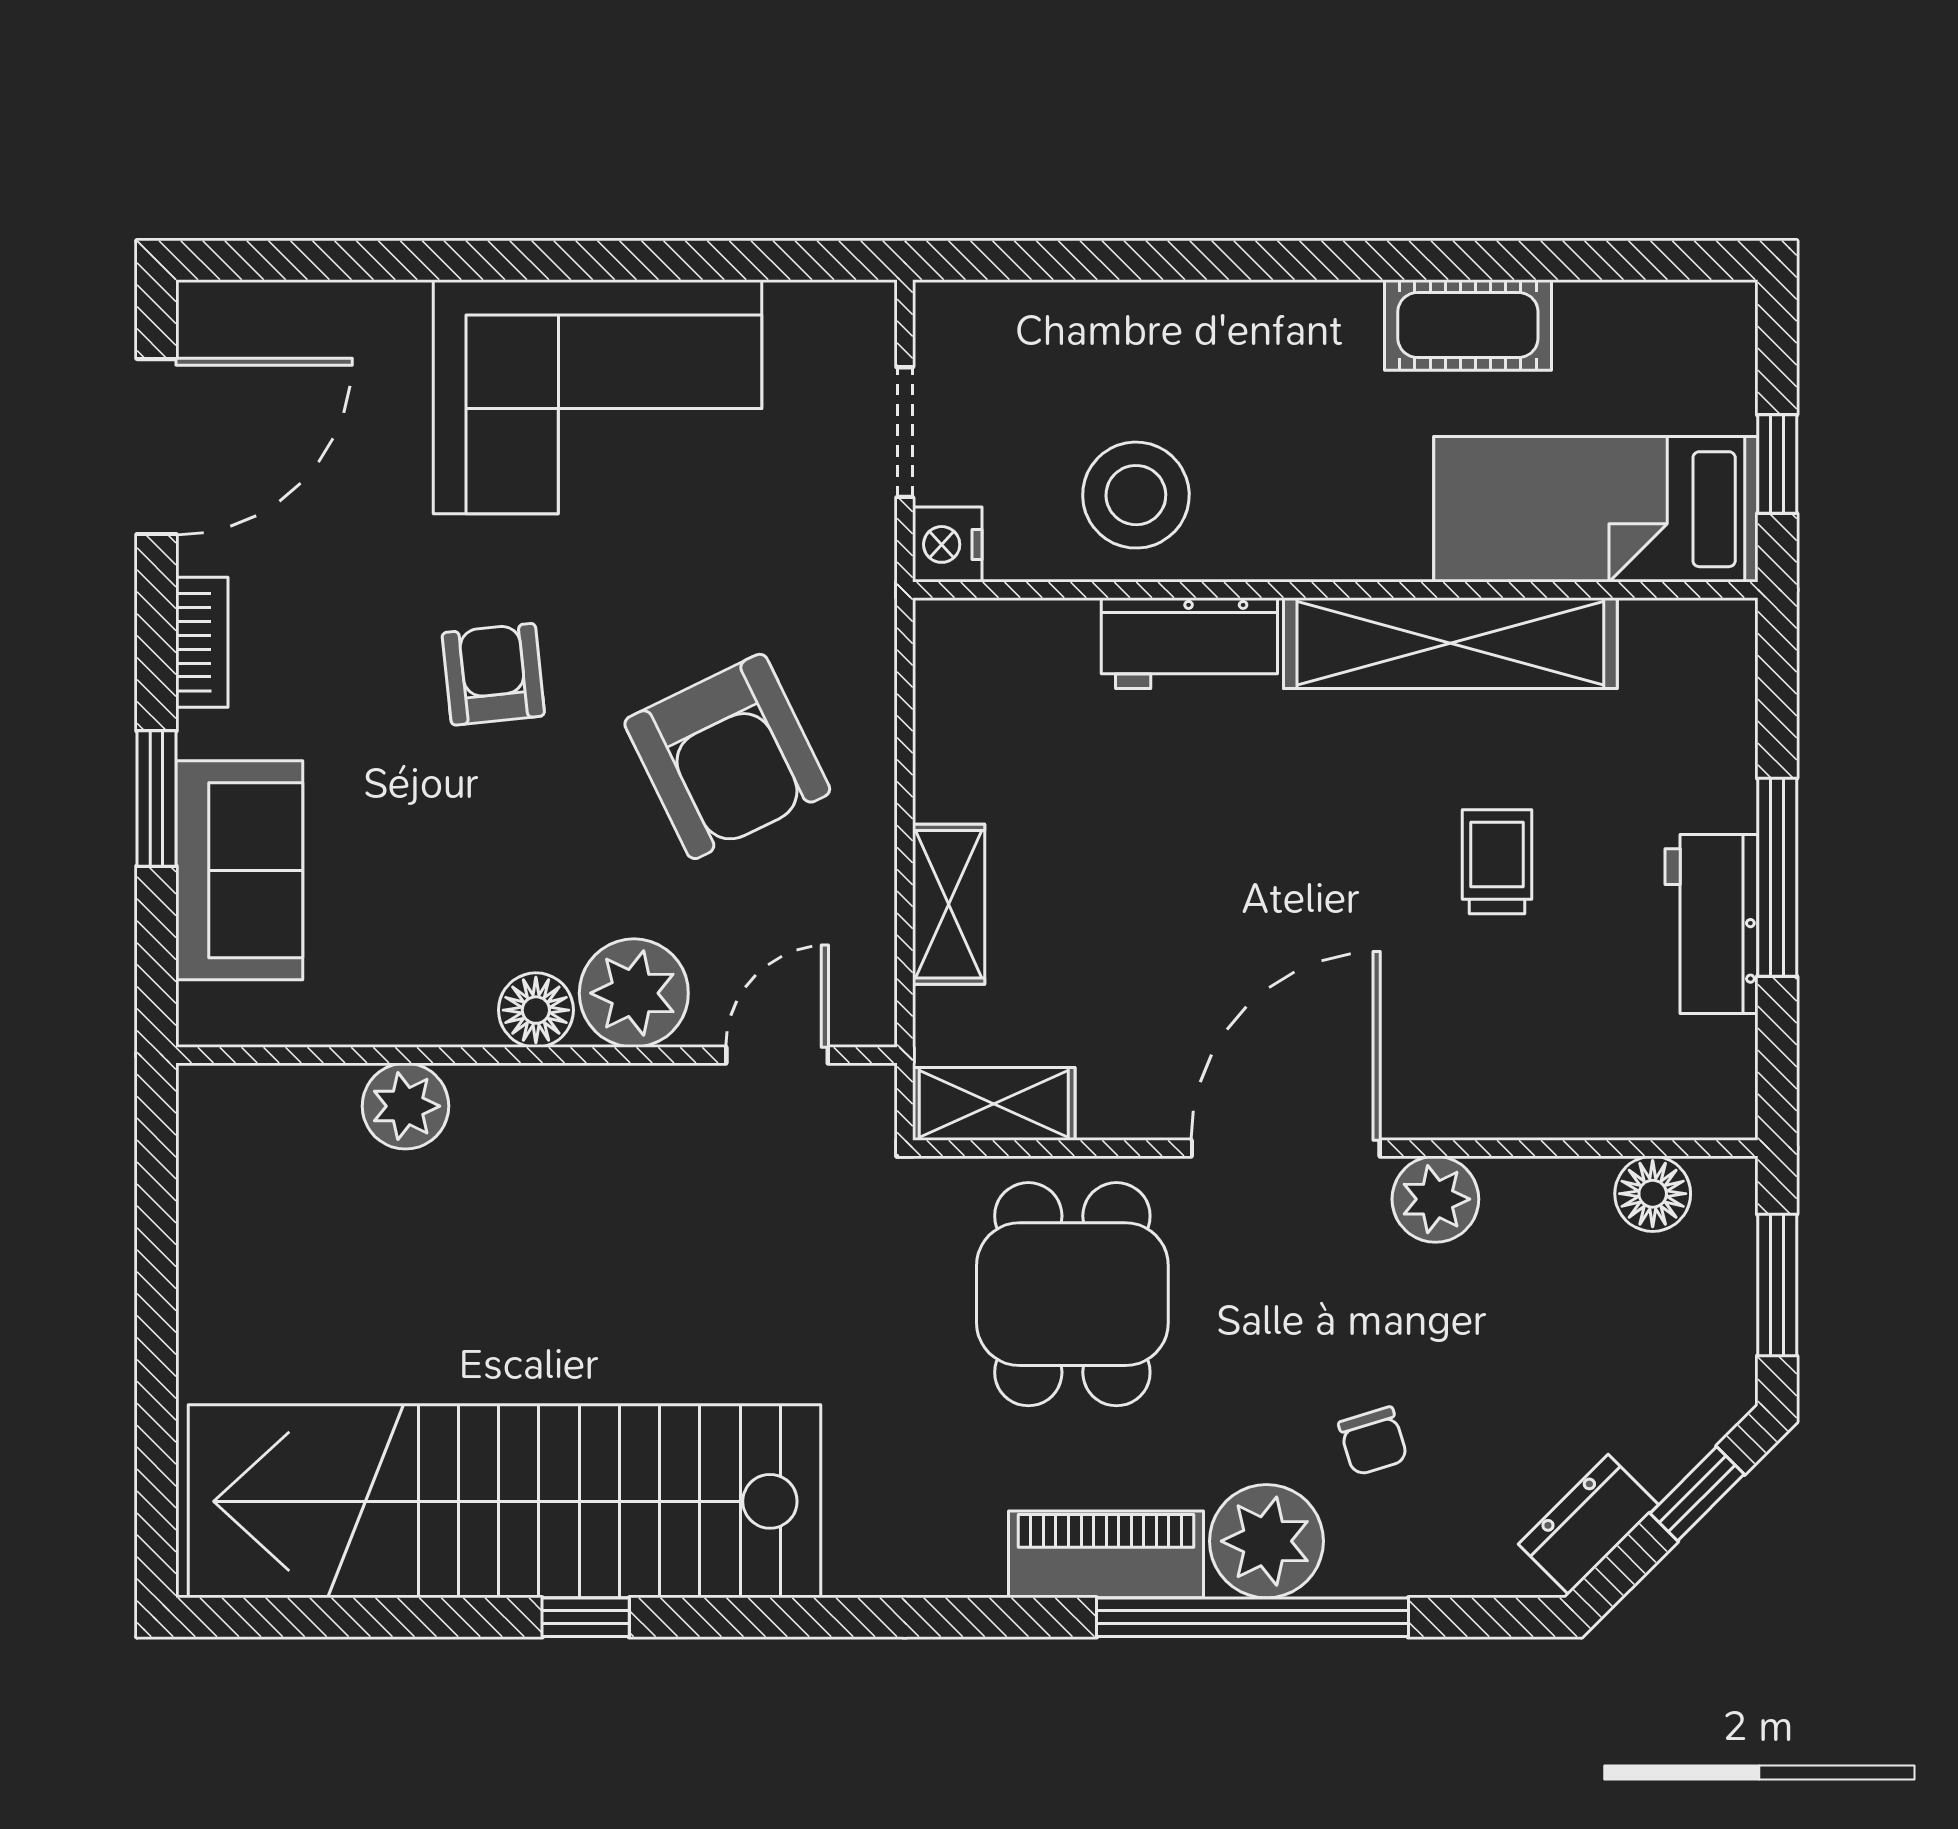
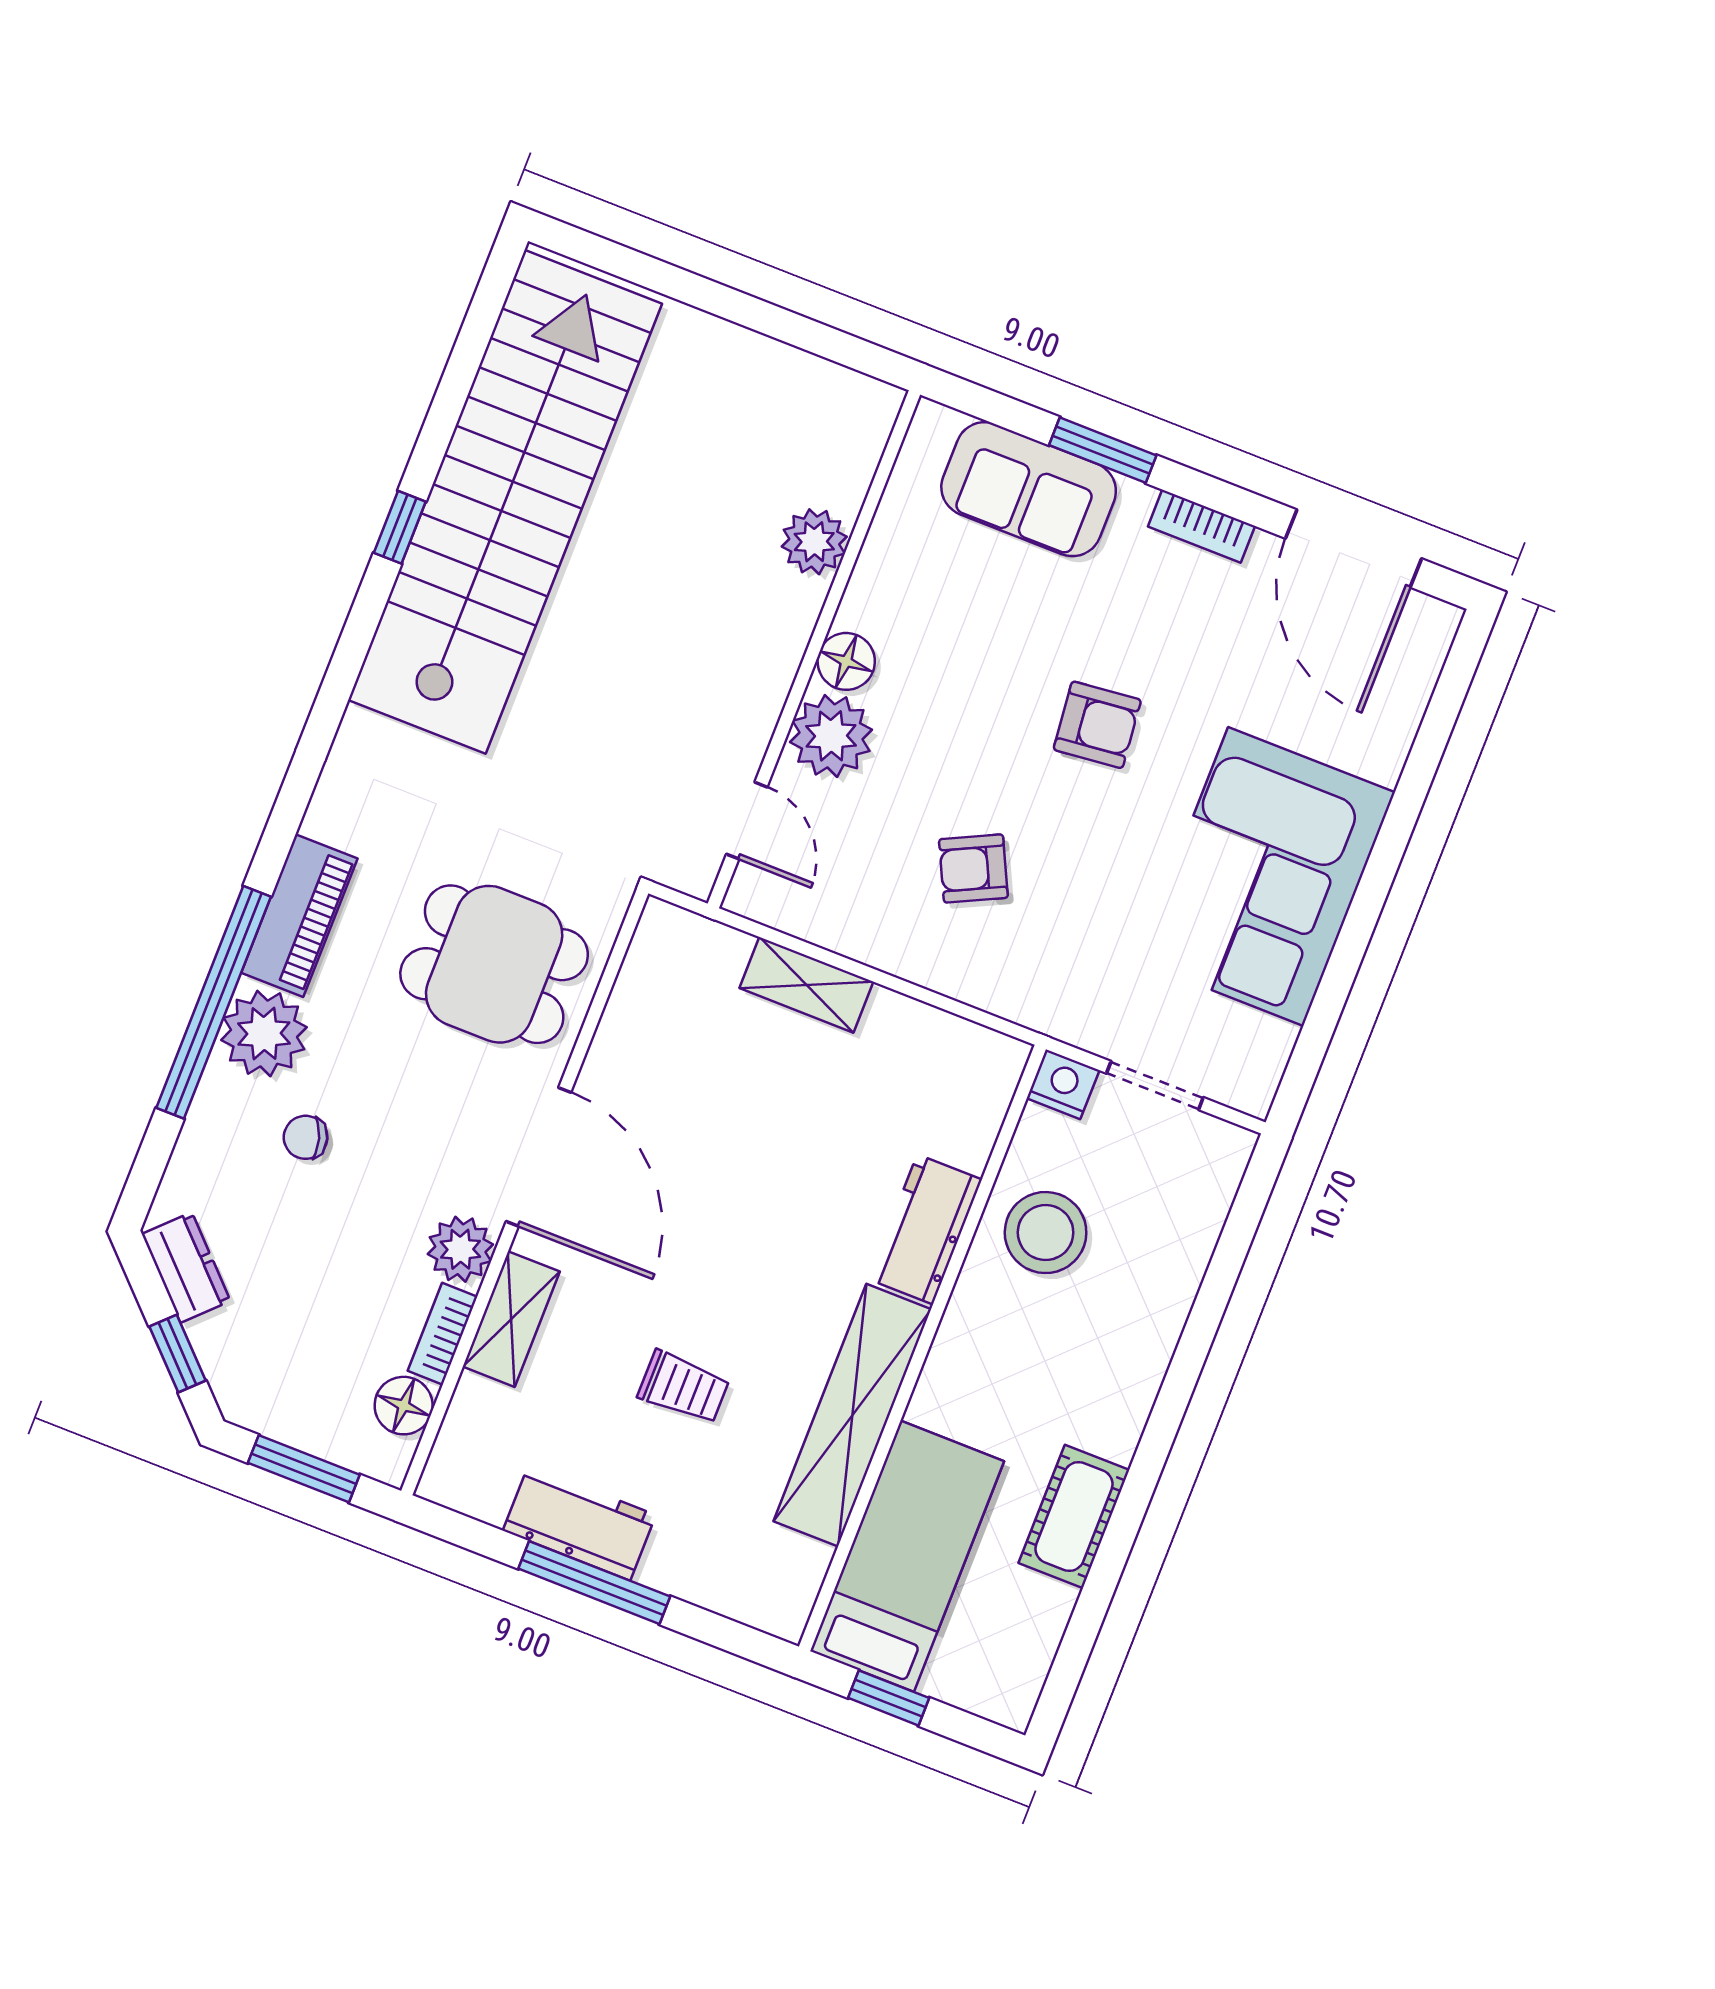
armchair: (727, 756) -> (973, 869), width x0.53, depth x0.53
shelving: (994, 1104) -> (511, 1319), moved
bookcase: (1547, 1181) -> (442, 1334), added

